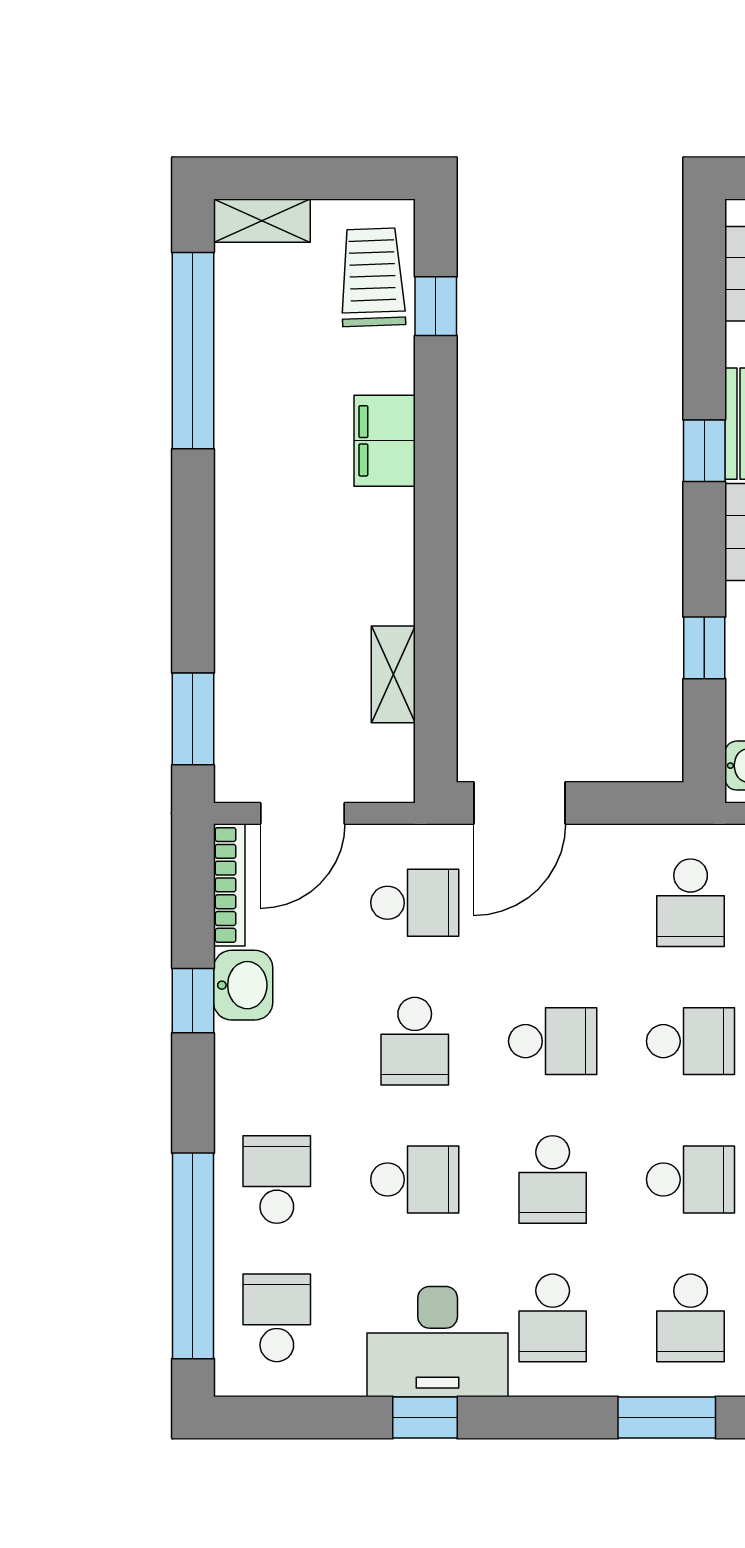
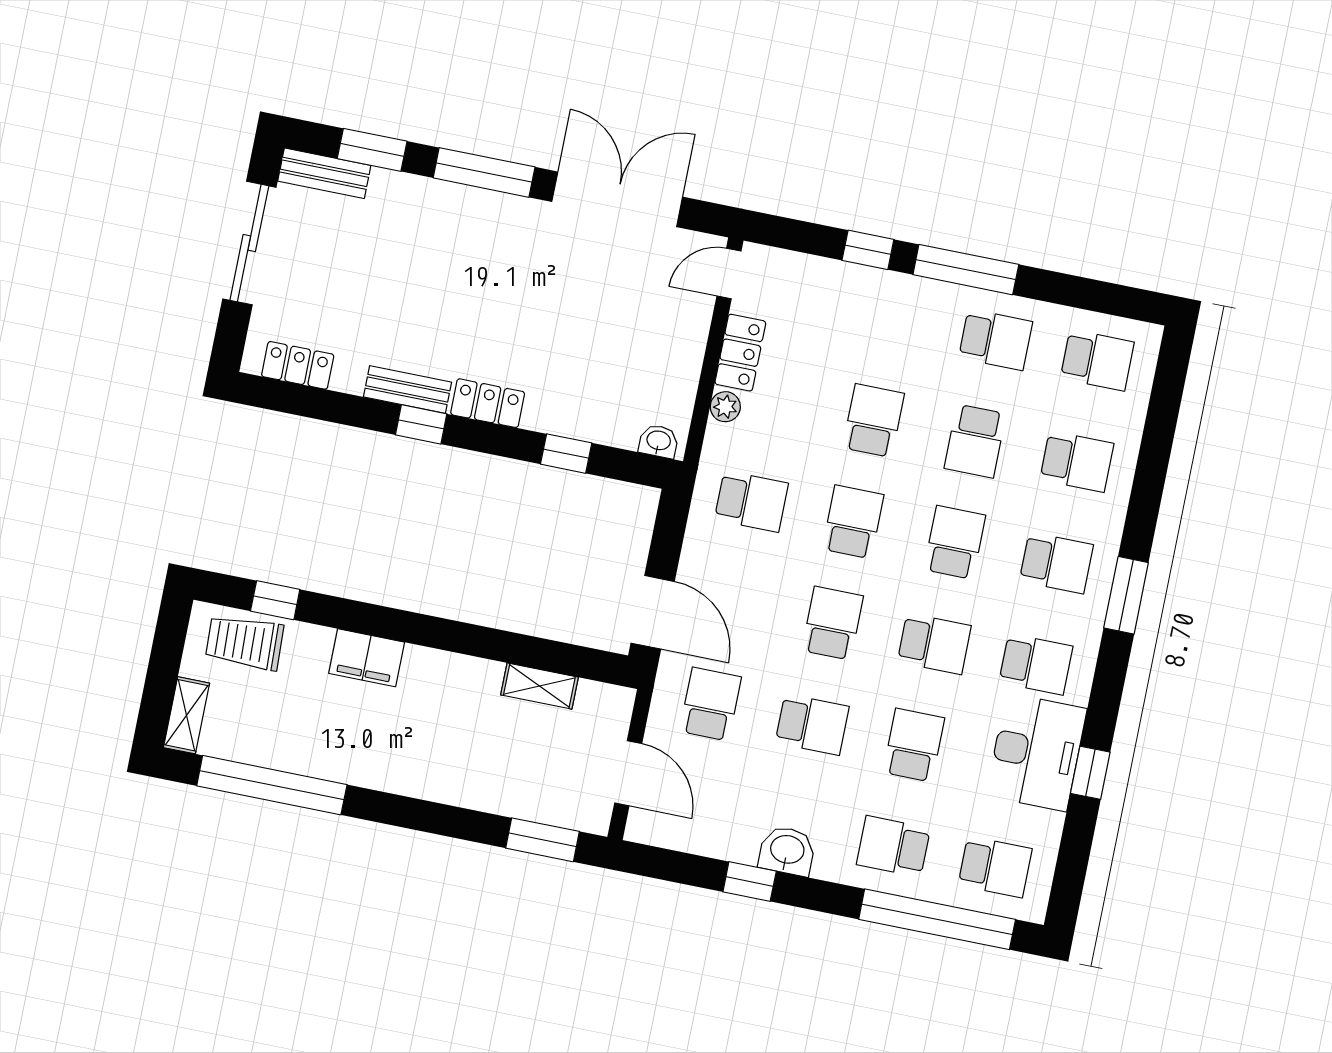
bookcase: (229, 885) -> (670, 838), removed
washbasin: (243, 985) -> (787, 851), moved
school desk: (277, 1318) -> (995, 867), turned 180

